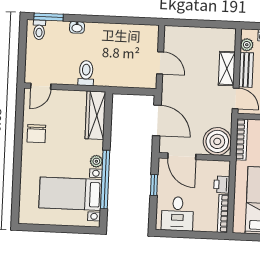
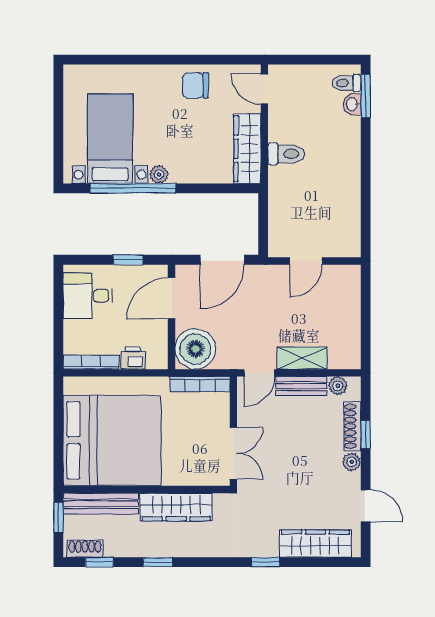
washbasin: (77, 27) -> (352, 104), moved
wardrobe: (95, 115) -> (247, 149), moved, turned -90

